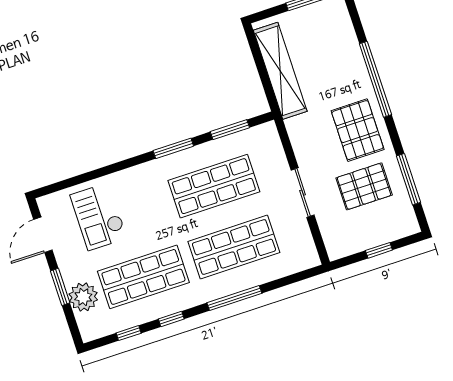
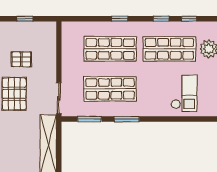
pallet: (364, 186) -> (21, 59), width x0.67, depth x0.71
sliding door: (303, 193) -> (59, 98), moved
window: (234, 298) -> (120, 19), width x0.46

